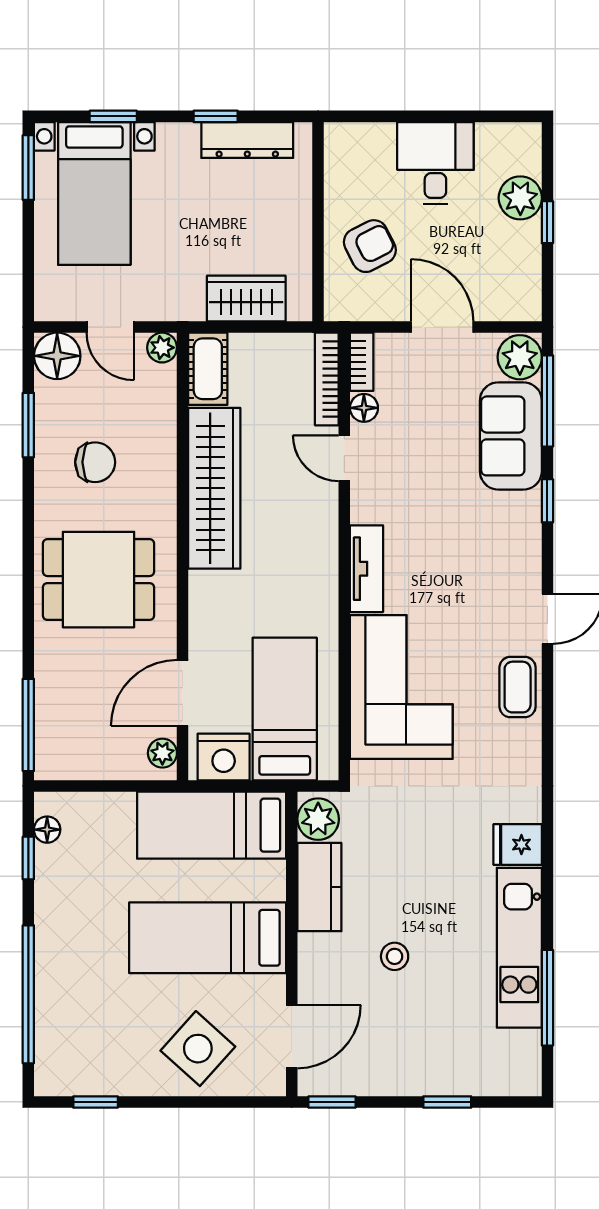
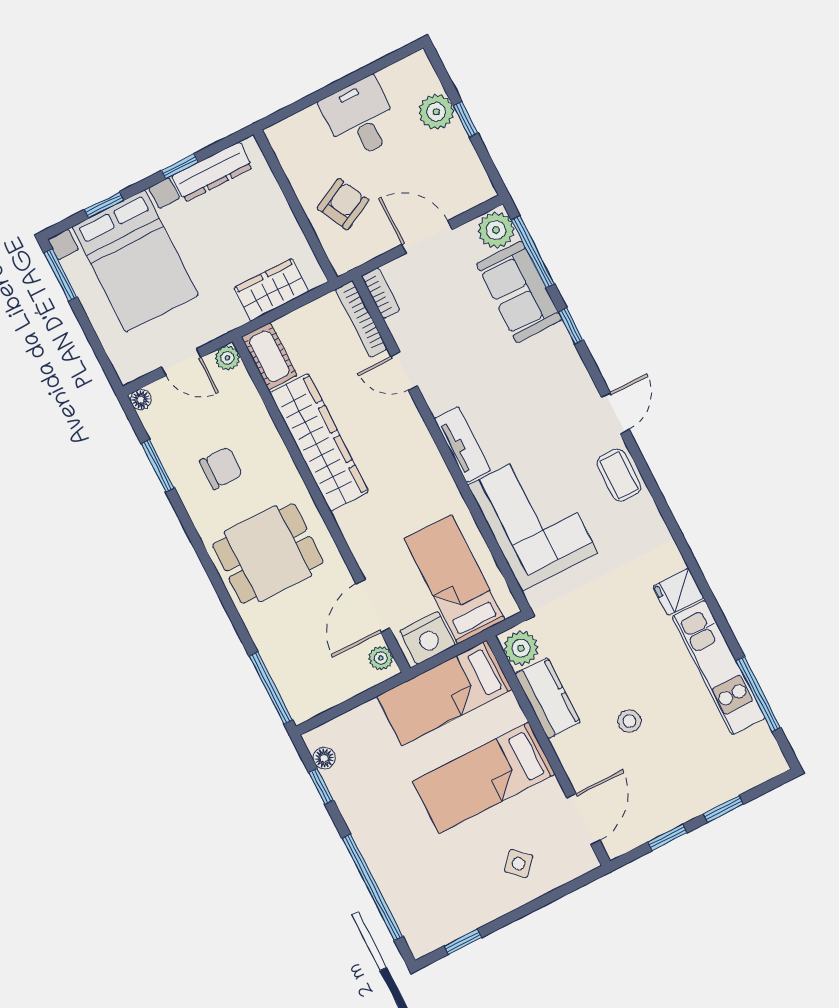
bed with nightstands: (94, 193) -> (135, 261), width x1.36
floor lamp: (57, 356) -> (141, 400), width x0.53, depth x0.53
floor lamp: (364, 408) -> (400, 326), removed
side table: (198, 1049) -> (518, 864), width x0.54, depth x0.54
window: (332, 1102) -> (667, 838), moved

